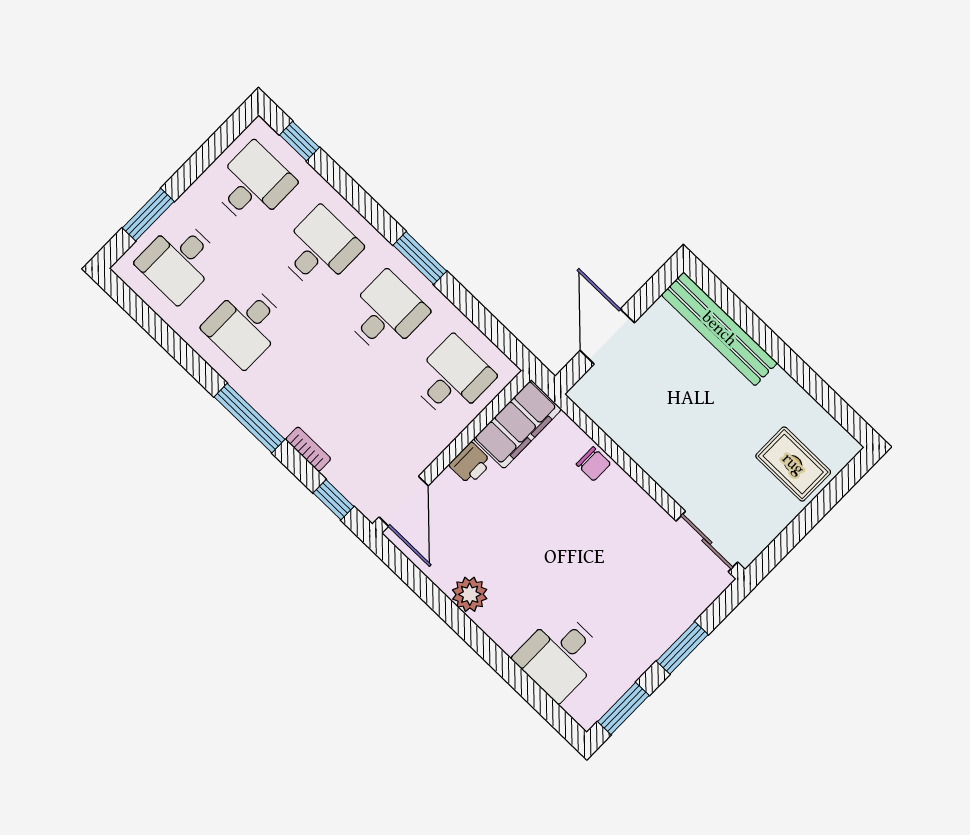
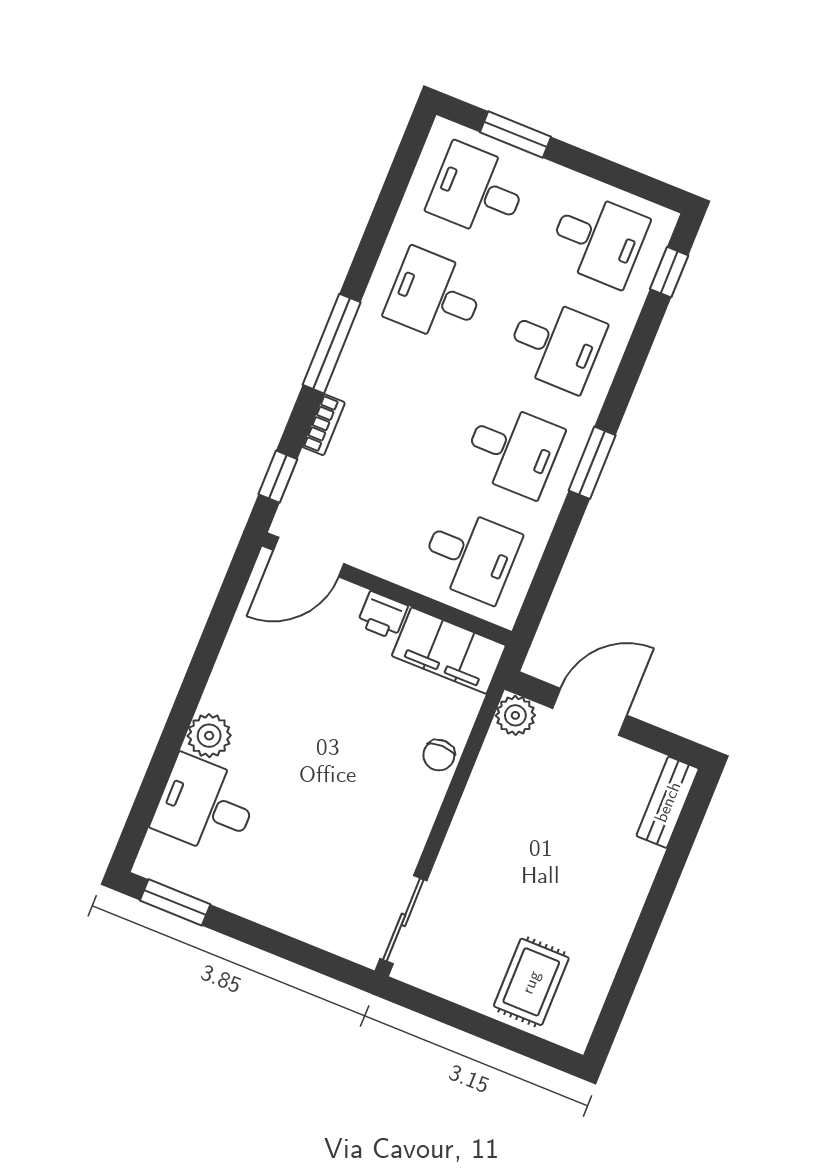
bench: (719, 329) -> (668, 802), width x0.54, depth x0.82
plant: (587, 394) -> (515, 715), added
plant: (470, 594) -> (209, 736), moved
window: (682, 648) -> (271, 941), removed

